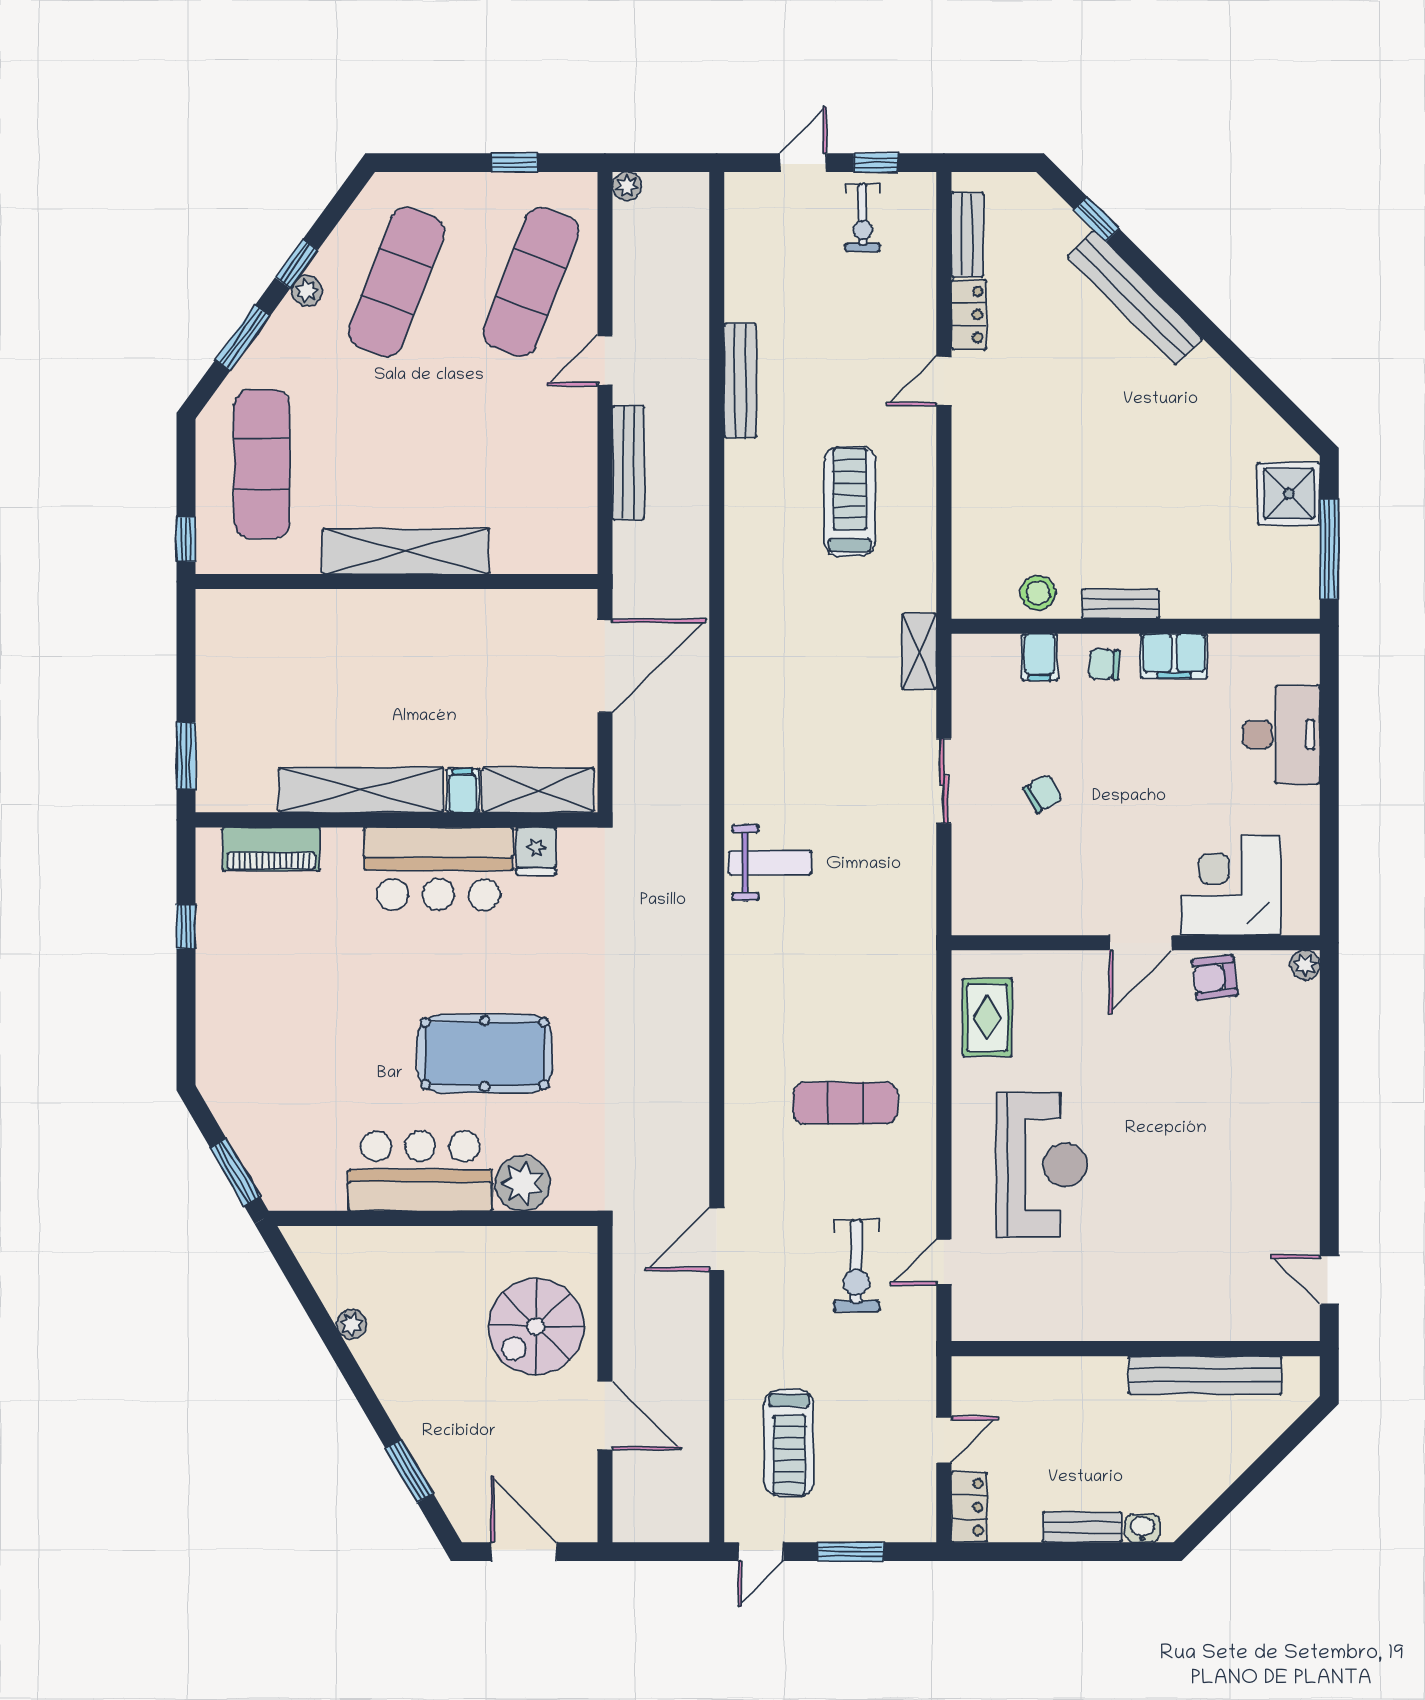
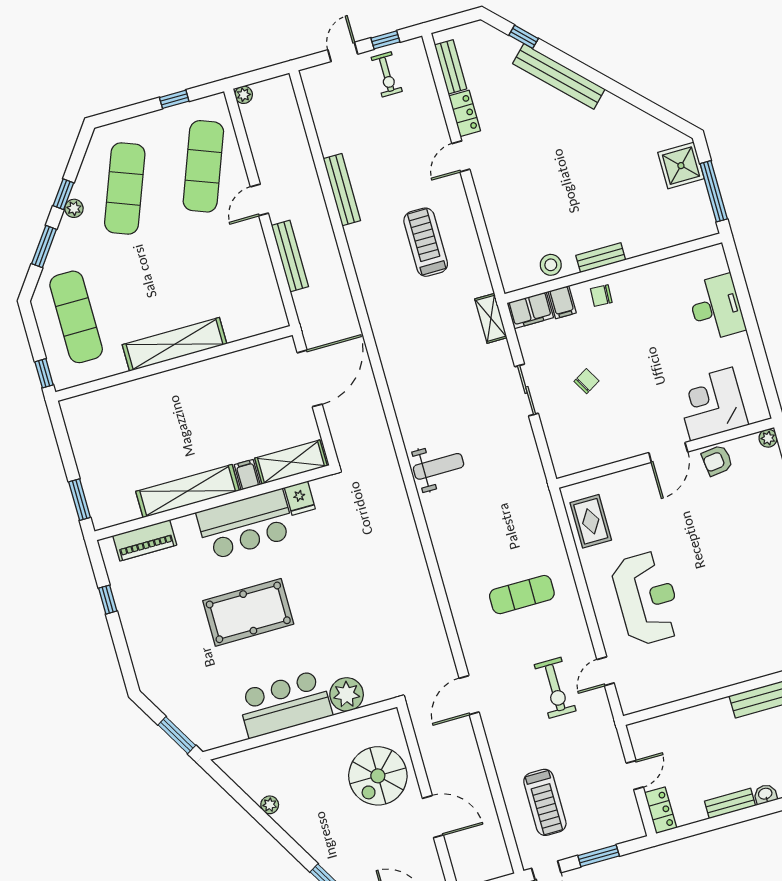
filing cabinet: (1174, 656) -> (530, 310), moved
pool table: (485, 1054) -> (248, 612), moved

